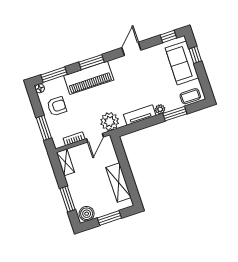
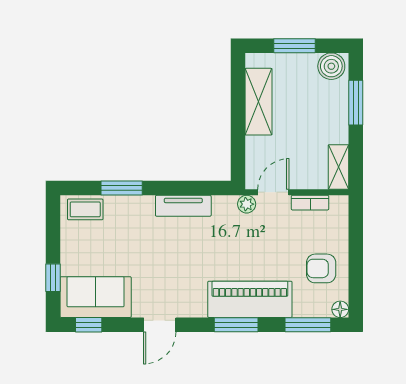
sofa: (182, 63) -> (96, 297), moved, turned -90
plant: (160, 109) -> (145, 204), removed
plant: (110, 121) -> (247, 204), width x0.53, depth x0.53
window: (44, 128) -> (356, 239), removed

